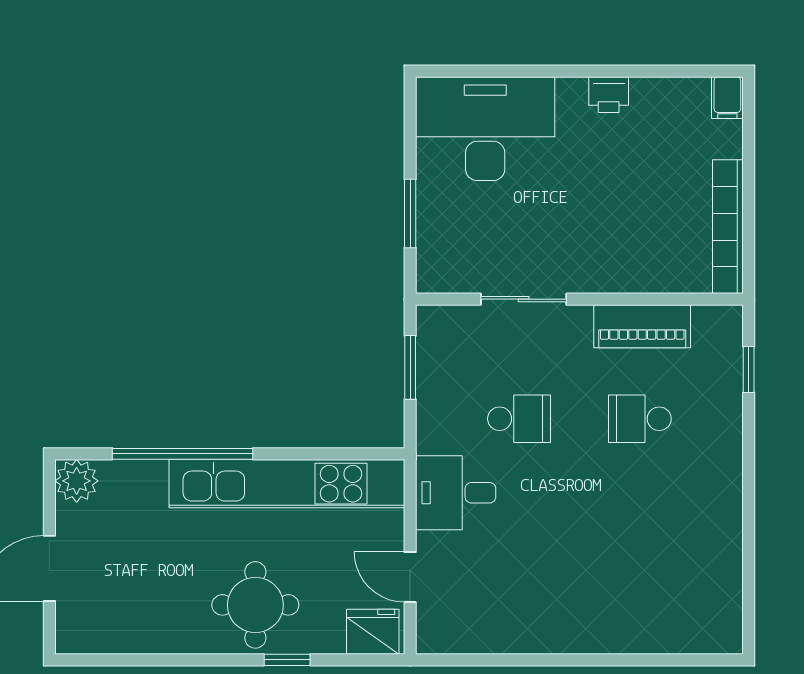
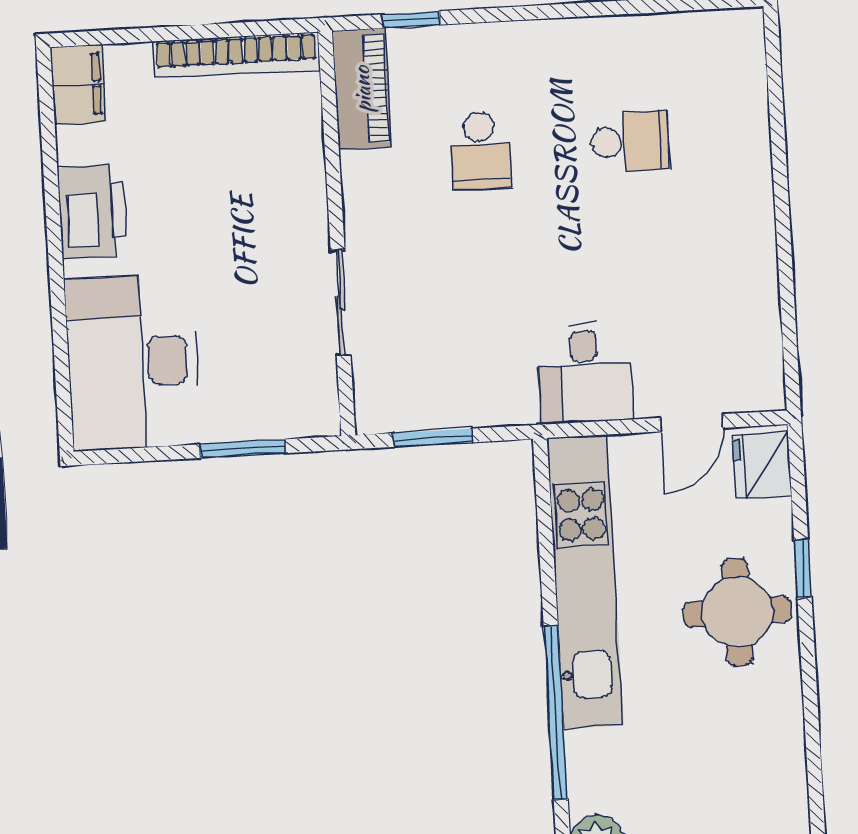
printer: (609, 95) -> (92, 211), width x1.87, depth x1.48
filing cabinet: (727, 98) -> (78, 85), width x2.00
piano: (642, 326) -> (362, 89), moved
school desk: (519, 419) -> (630, 142), moved, turned 90

